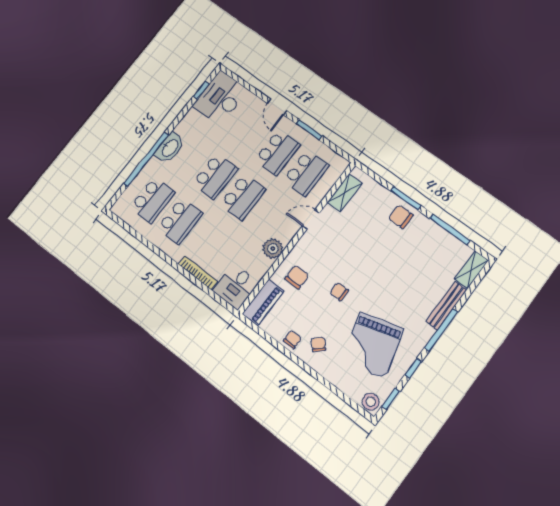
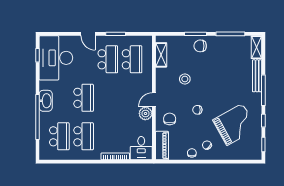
desk: (220, 98) -> (56, 58), width x1.36, depth x1.30
school desk: (243, 197) -> (108, 98), removed
door: (311, 219) -> (154, 100), moved
grand piano: (373, 345) -> (235, 124), turned -103
stool: (371, 402) -> (185, 79), moved

